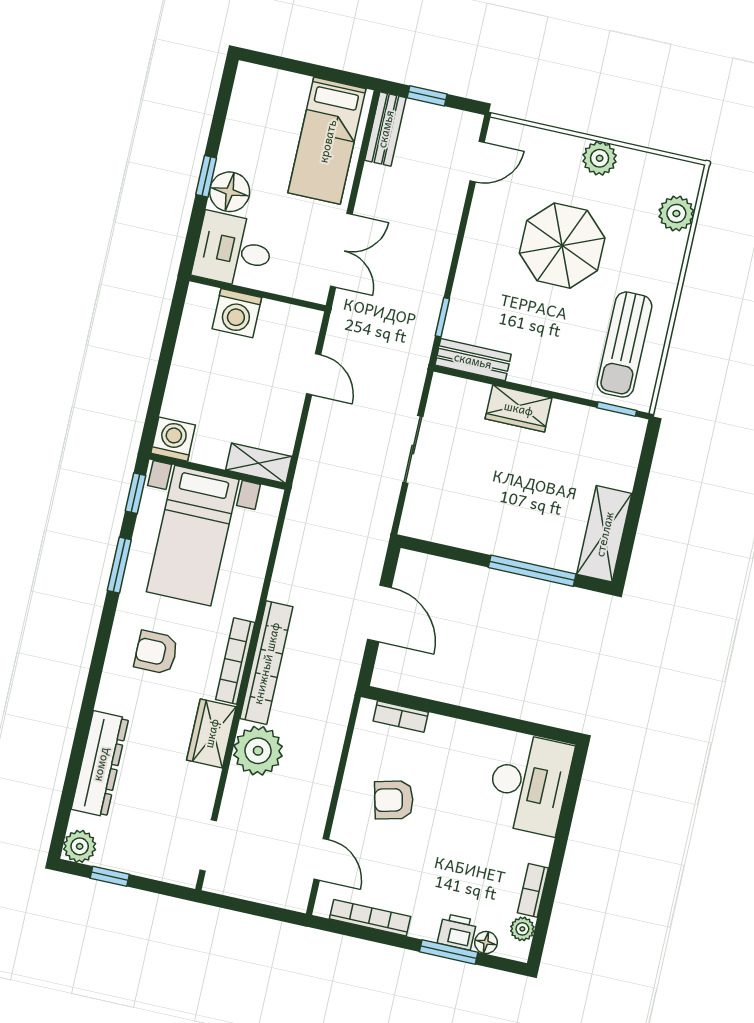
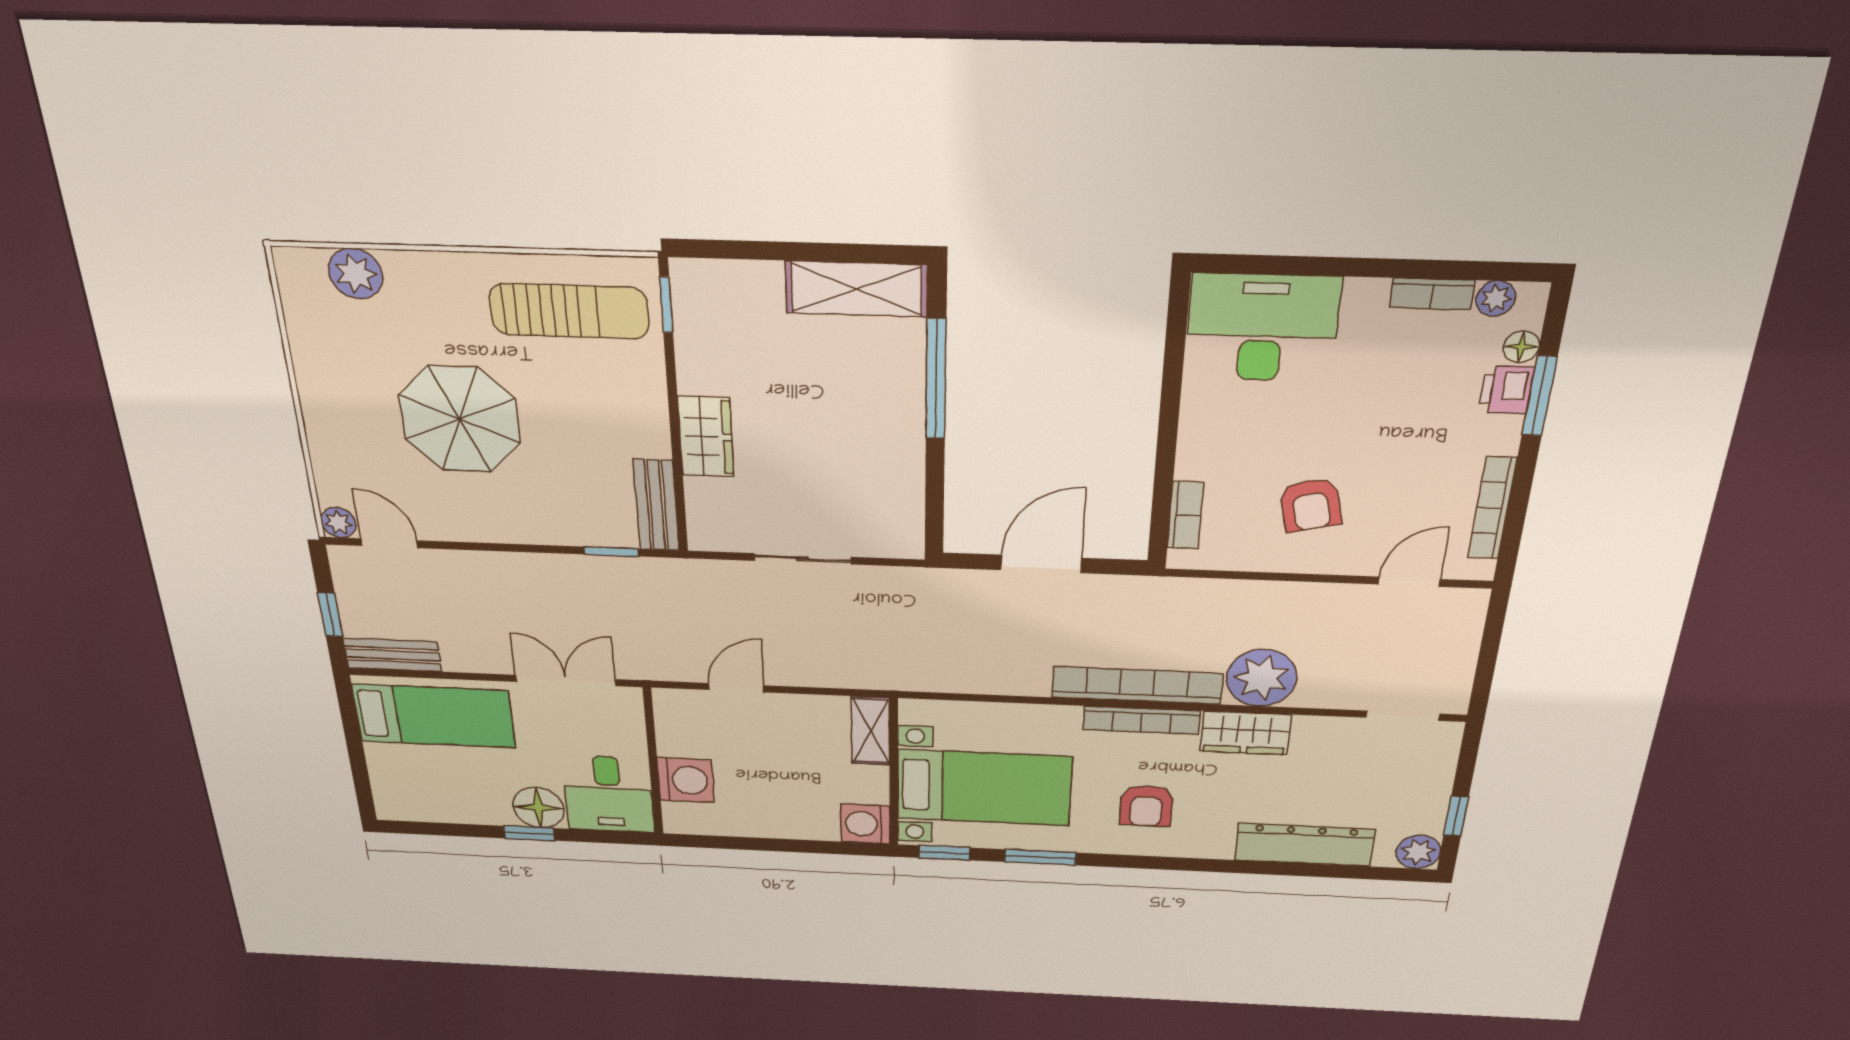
plant: (600, 158) -> (338, 523), moved, width x0.73, depth x0.73

